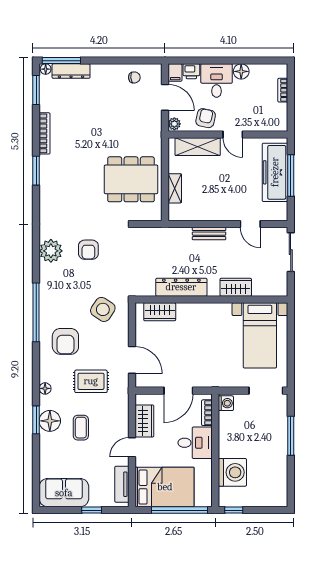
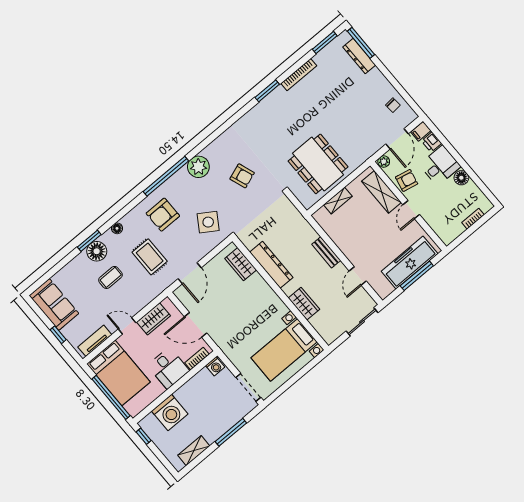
floor lamp: (46, 69) -> (345, 37), removed
armchair: (88, 250) -> (242, 176), turned -110
plant: (51, 251) -> (198, 167), moved
shelving: (280, 479) -> (194, 451), added

